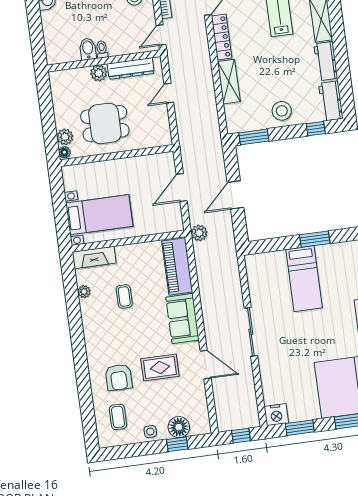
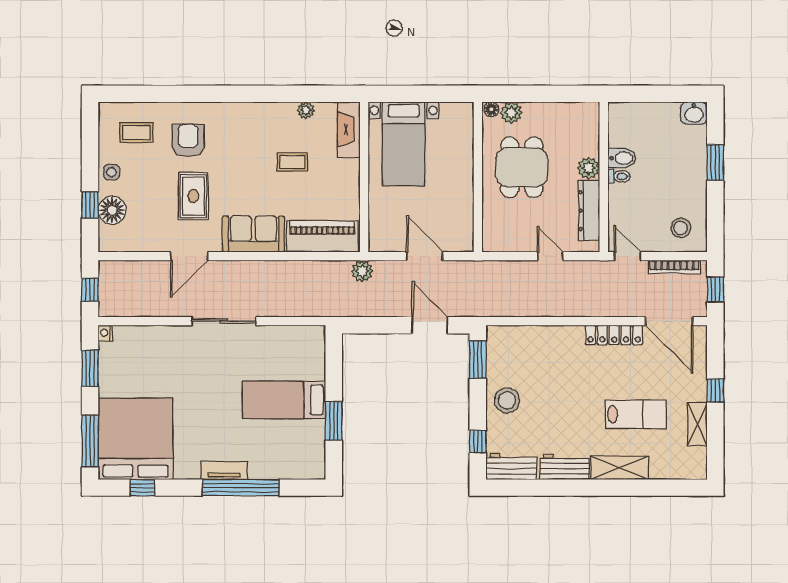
shelving: (229, 82) -> (555, 337), removed
door: (235, 195) -> (430, 325), moved
armchair: (119, 377) -> (188, 140), turned 90
nightstand: (276, 415) -> (105, 333), width x0.53, depth x0.56

